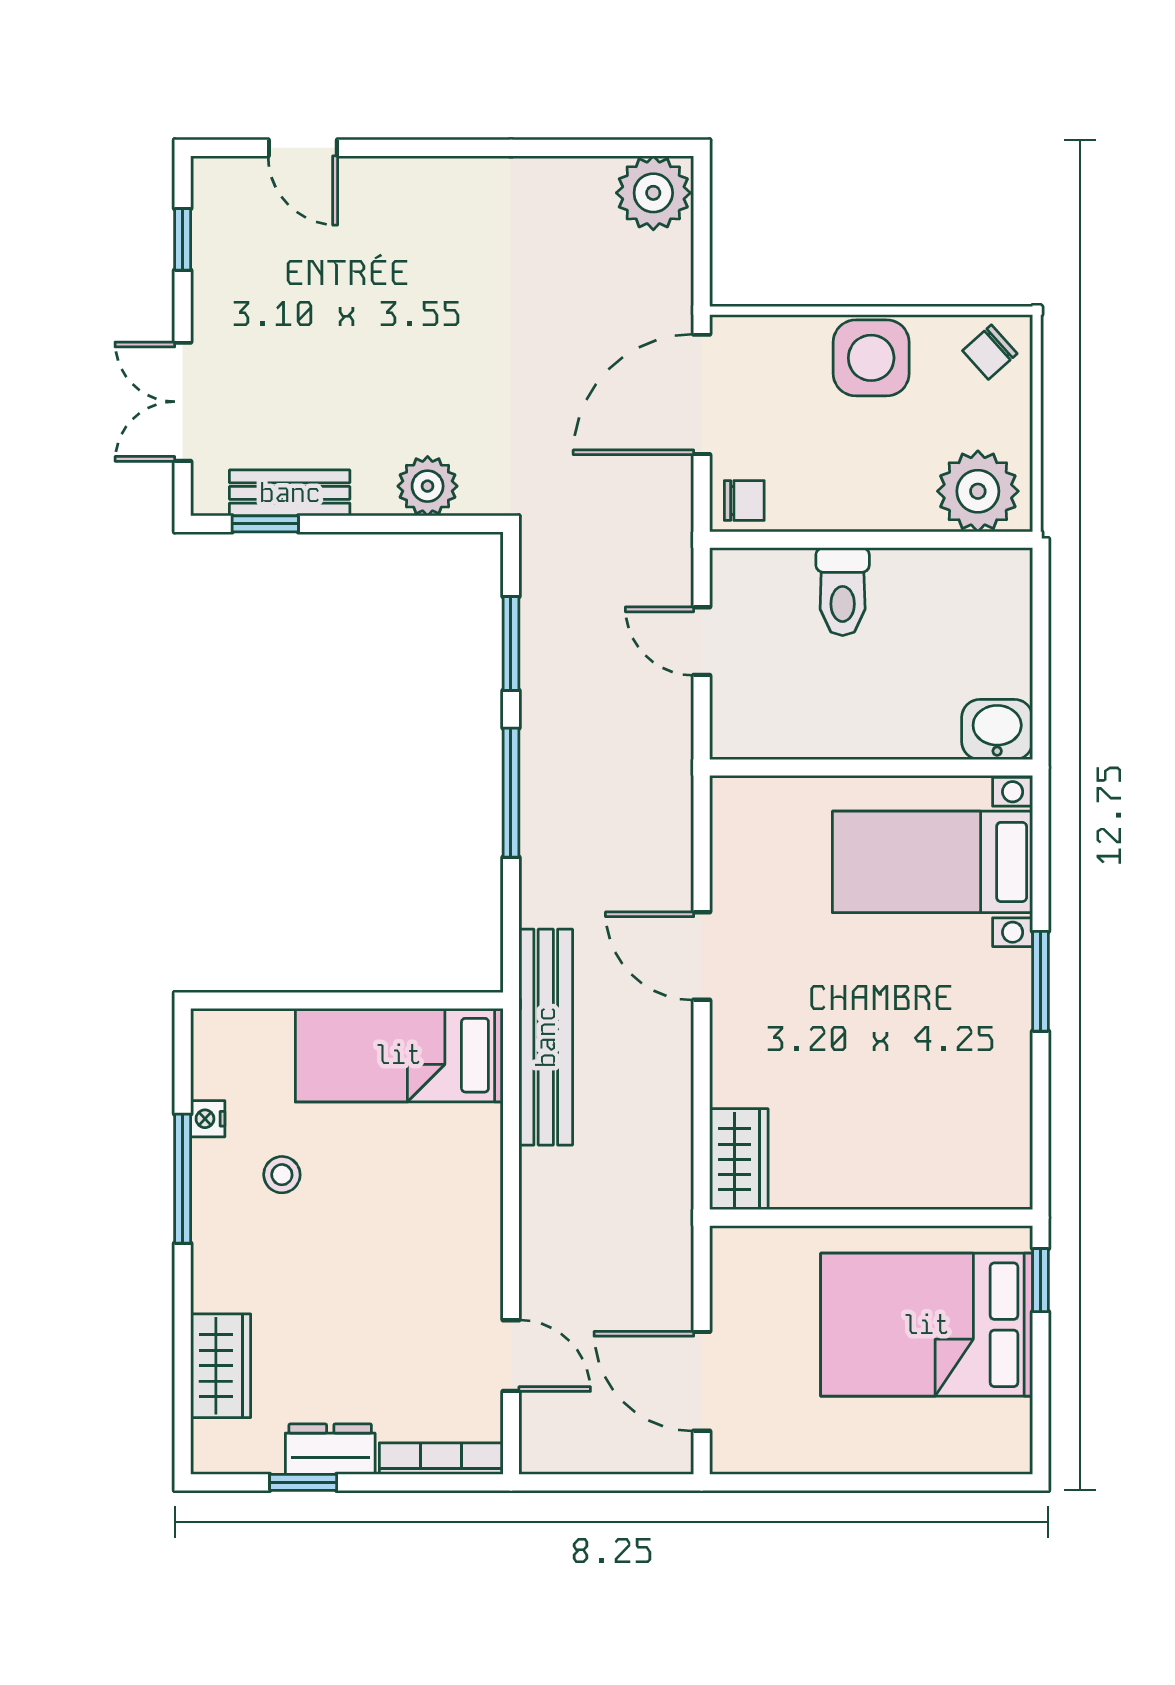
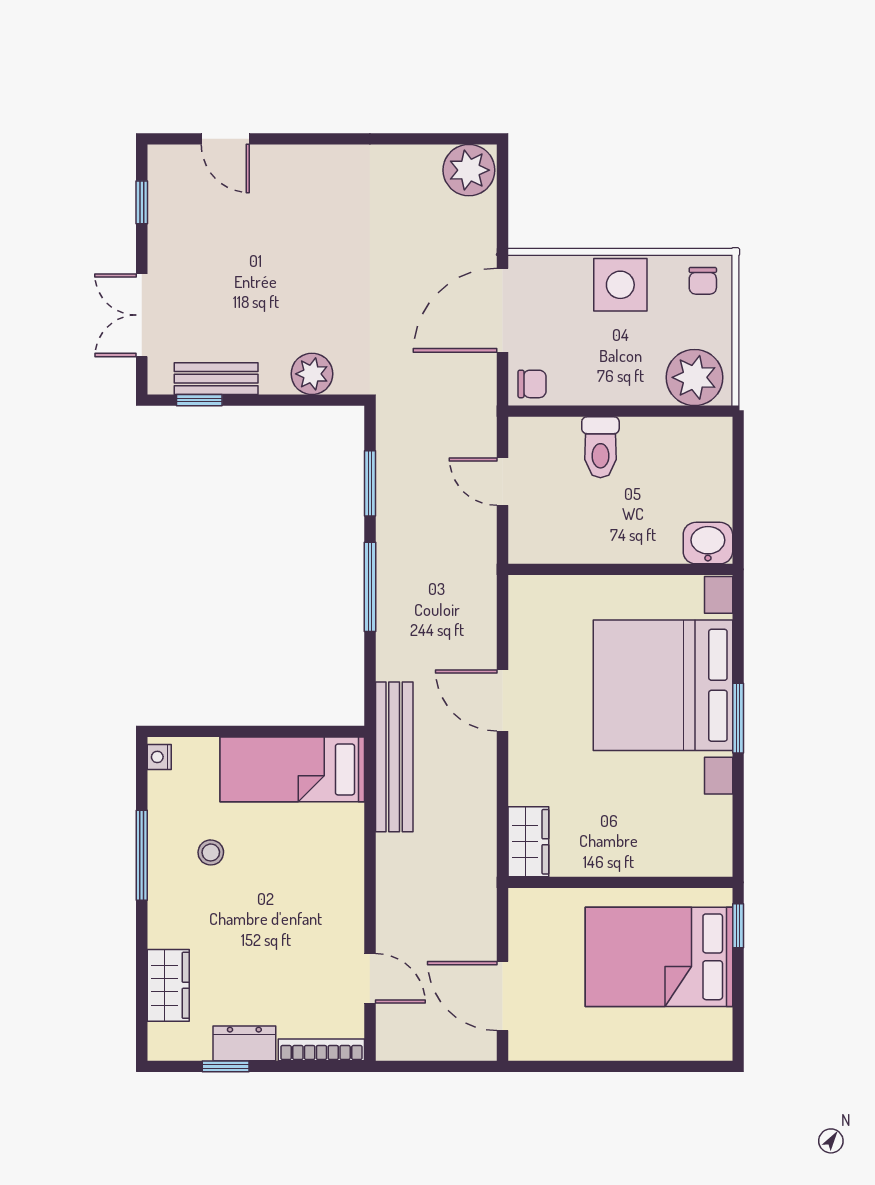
chair: (990, 352) -> (703, 281), turned -48
bed with nightstands: (932, 862) -> (663, 685), width x1.85
nightstand: (208, 1119) -> (159, 757), moved

